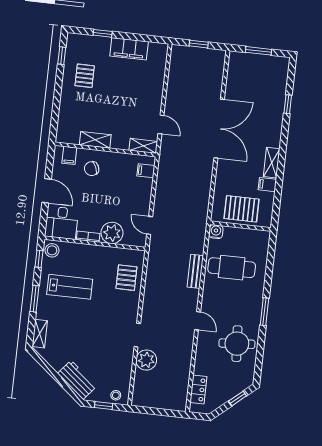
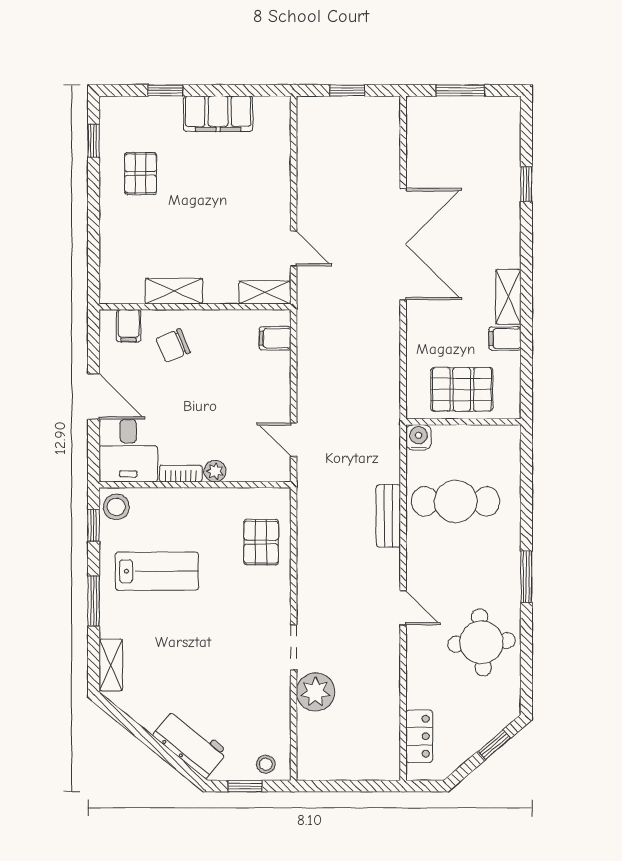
plant: (112, 233) -> (215, 471), width x0.53, depth x0.53

